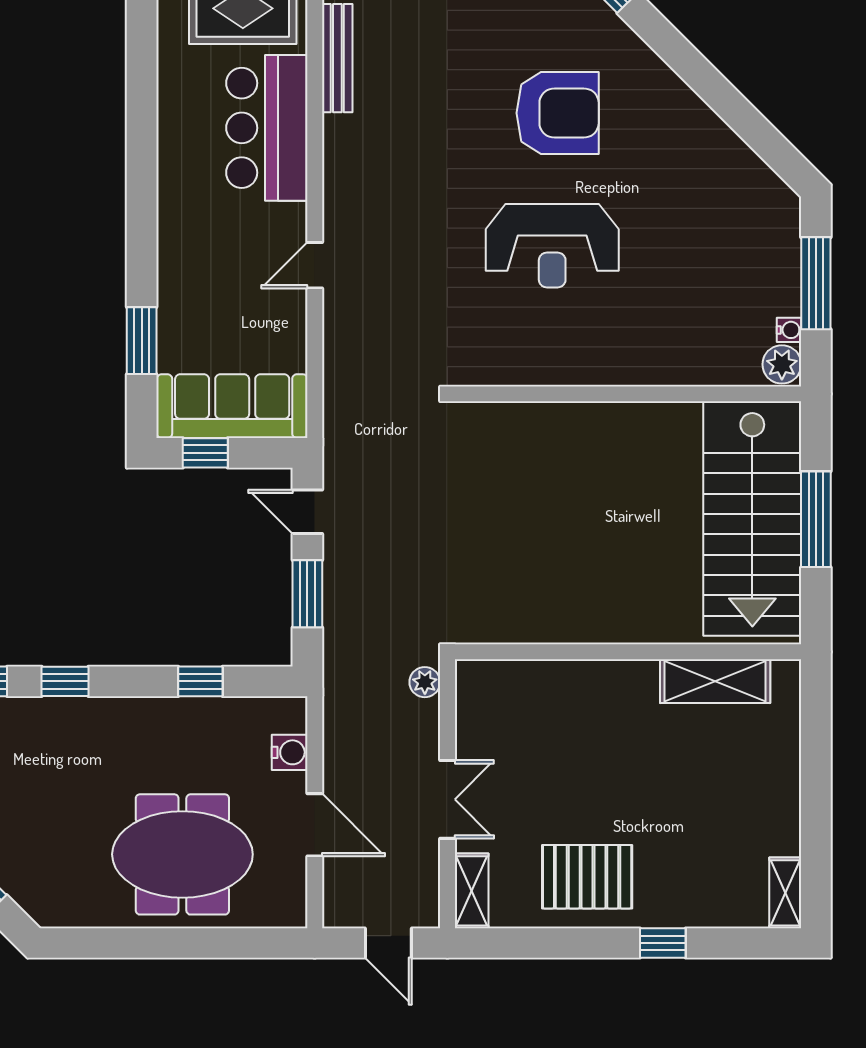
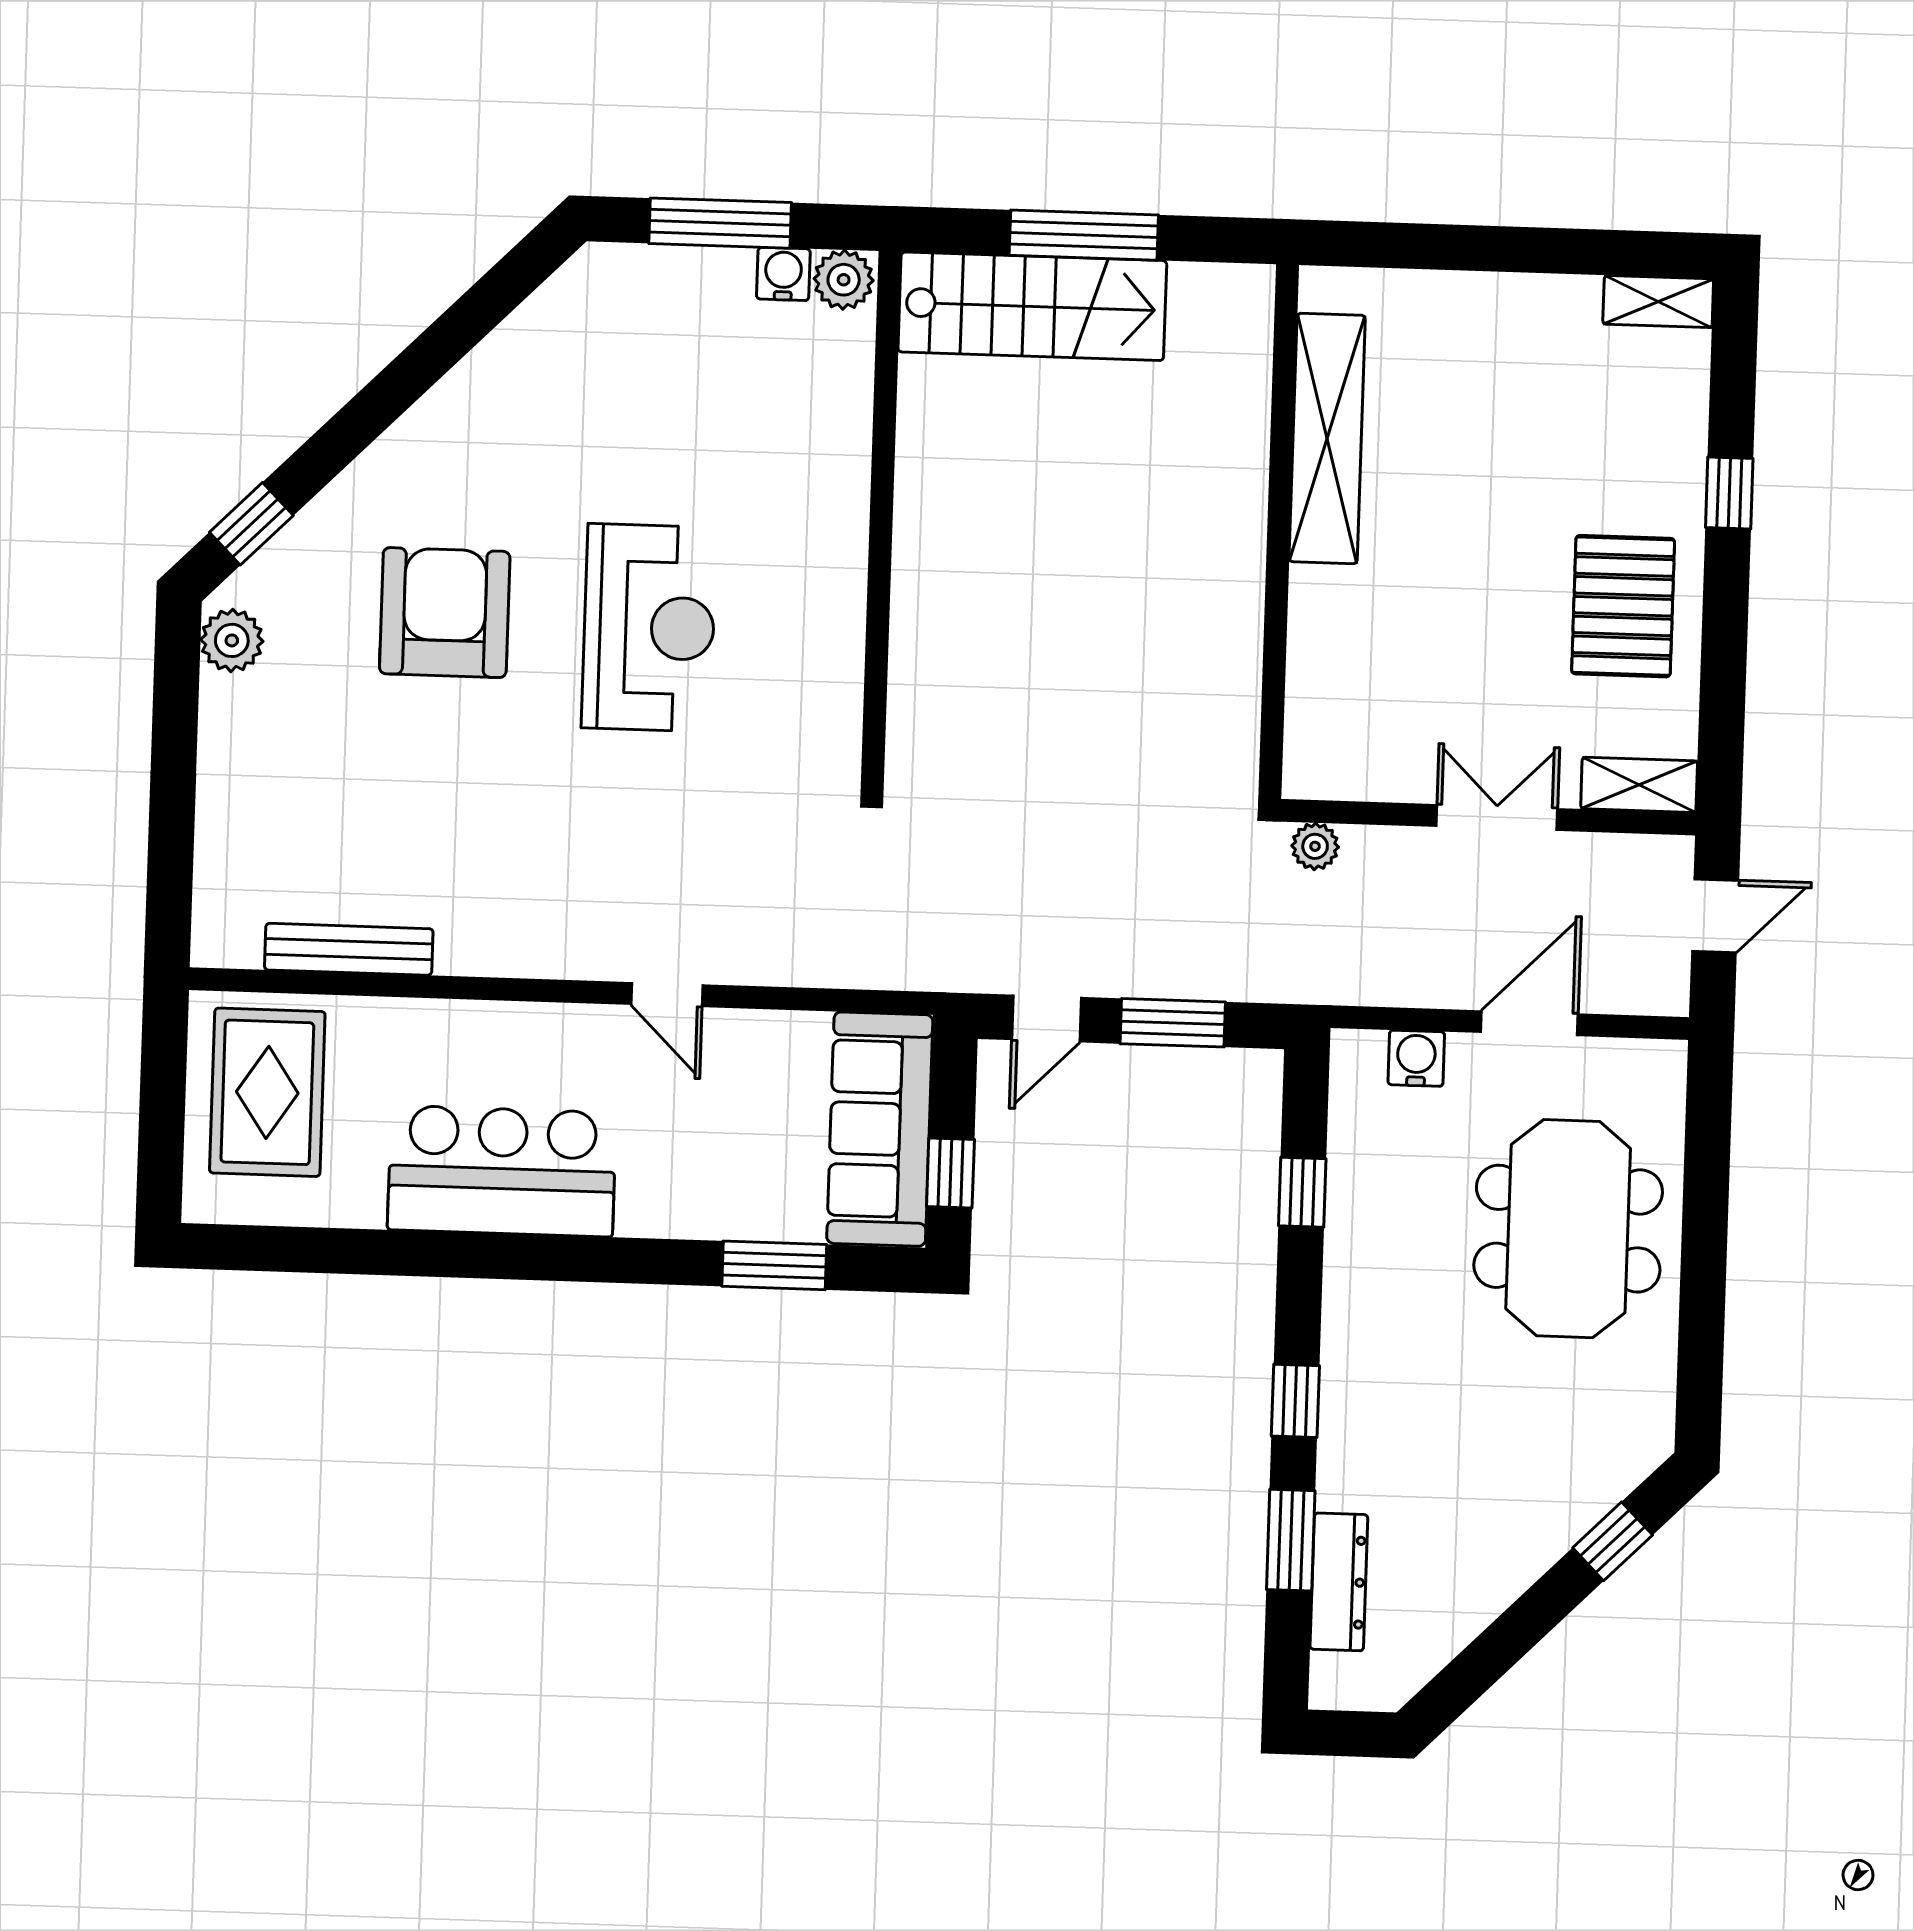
bar counter: (267, 128) -> (502, 1171), moved, turned 180
water cooler: (789, 330) -> (783, 274), width x1.38, depth x1.38
stairs: (752, 519) -> (1032, 306), width x0.73, depth x0.66
shelving: (715, 681) -> (1327, 438), width x1.47

